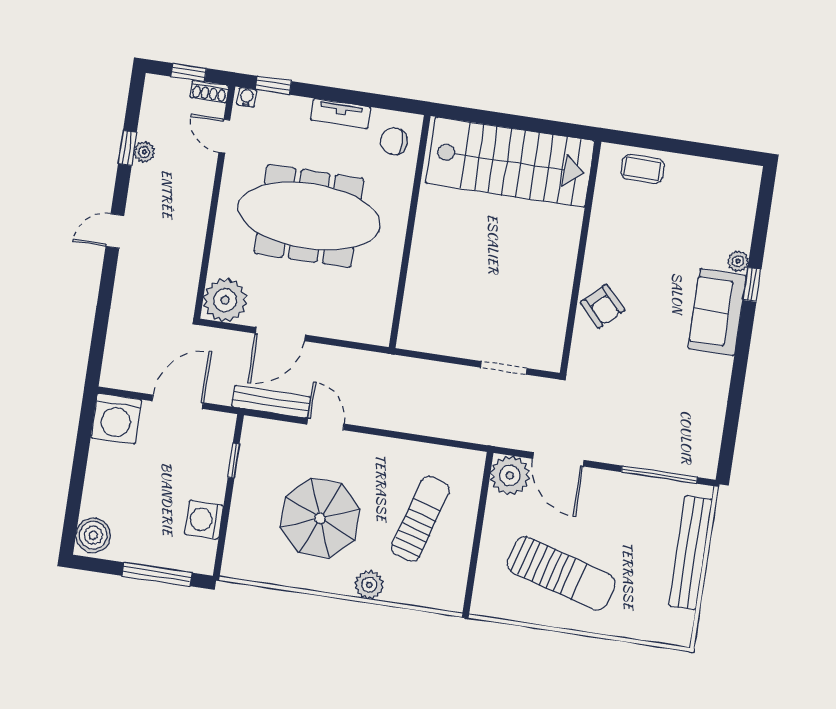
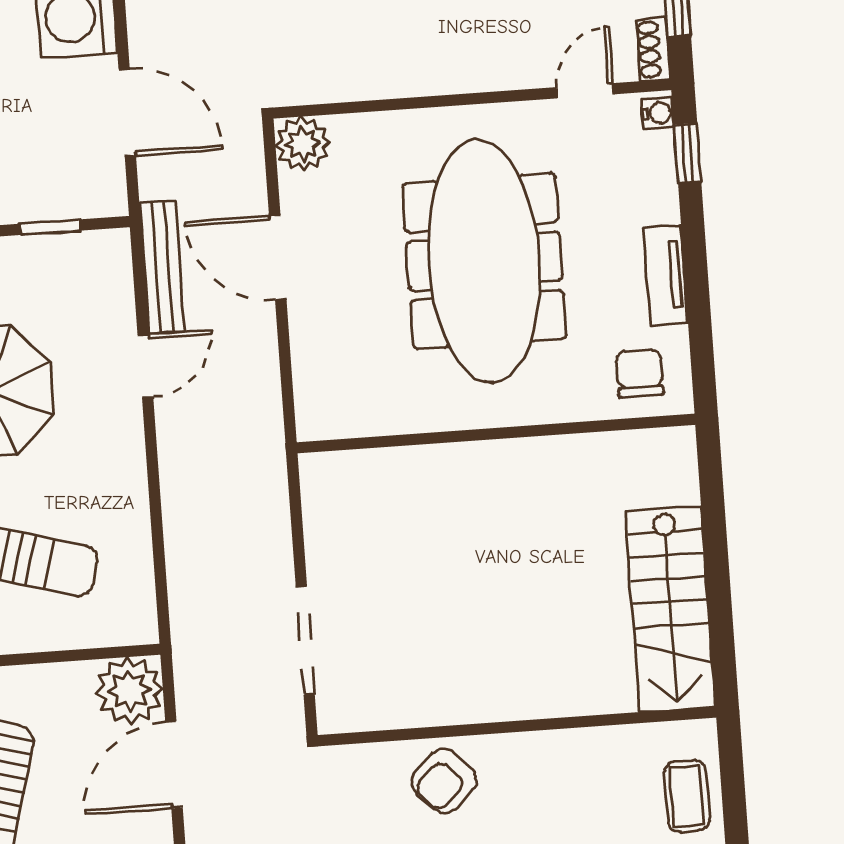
stairs: (510, 162) -> (670, 609), width x0.73, depth x0.66
plant: (225, 300) -> (303, 144), width x0.73, depth x0.73
doorway: (504, 368) -> (305, 640), width x1.38

